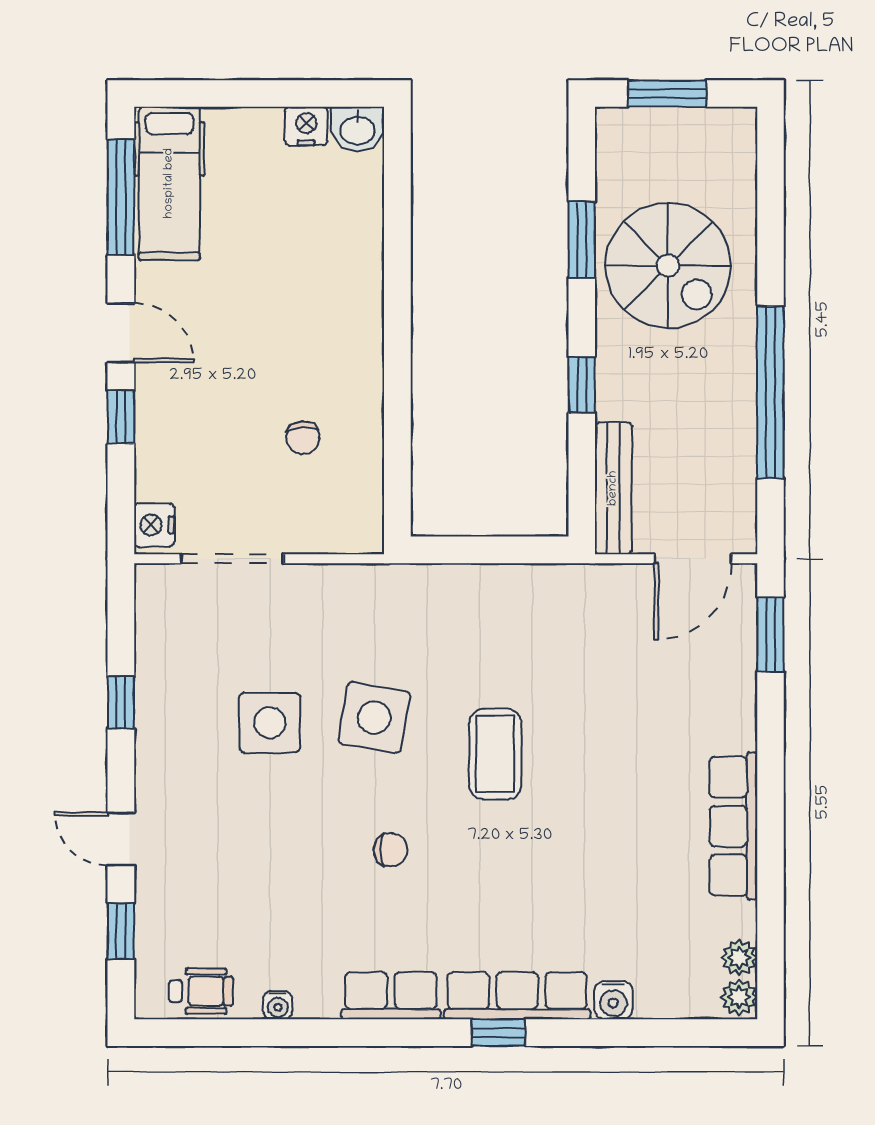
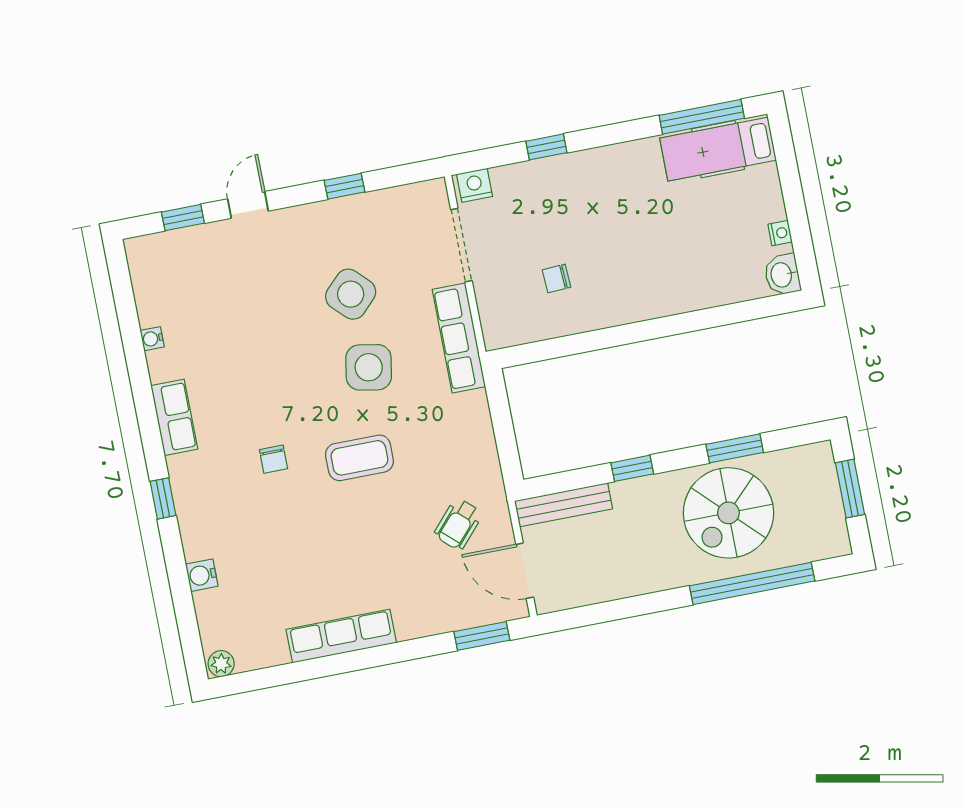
nightstand: (306, 126) -> (780, 233), width x0.72, depth x0.74
door: (121, 333) -> (606, 135), removed
window: (770, 392) -> (752, 583), moved
side table: (270, 723) -> (351, 294), turned 45
chair: (390, 850) -> (273, 459), moved
plant: (739, 958) -> (249, 658), removed
wheelchair: (201, 991) -> (458, 524), moved, turned 42
row of seats: (517, 996) -> (459, 338), moved, turned 180

